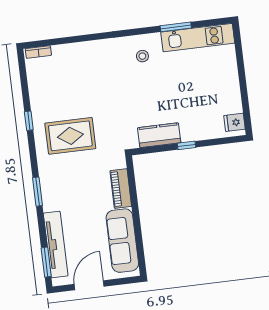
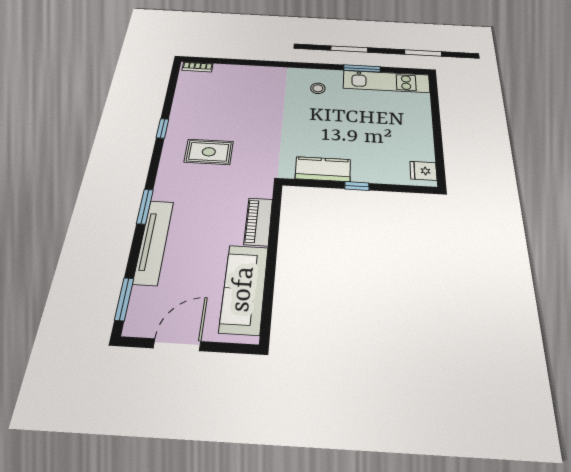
rug: (70, 136) -> (209, 152), width x0.73, depth x0.70
tv unit: (56, 245) -> (154, 242), moved

